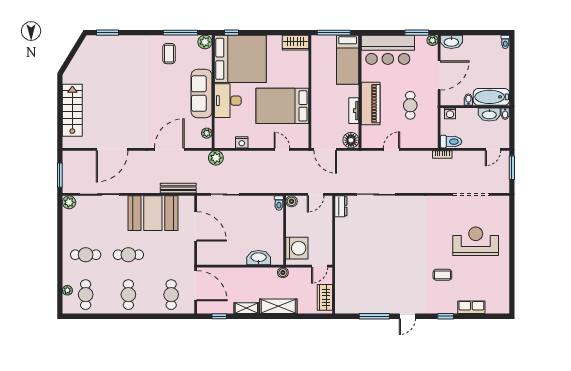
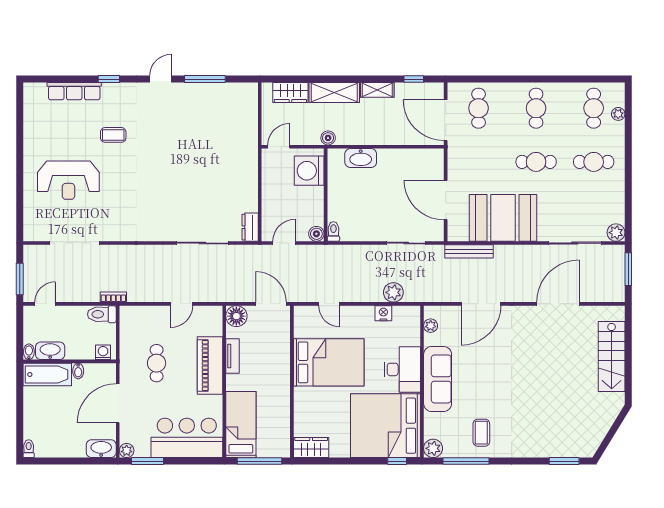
plant: (216, 158) -> (393, 292), moved
wardrobe: (325, 297) -> (290, 93), moved, turned 90
row of seats: (471, 307) -> (74, 91), width x1.48

